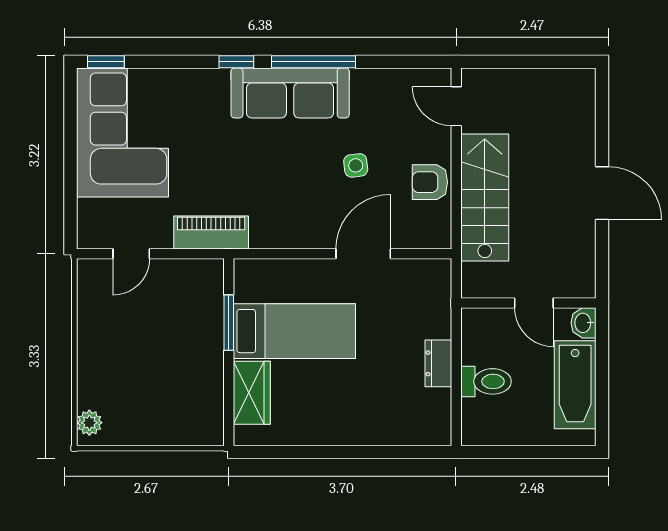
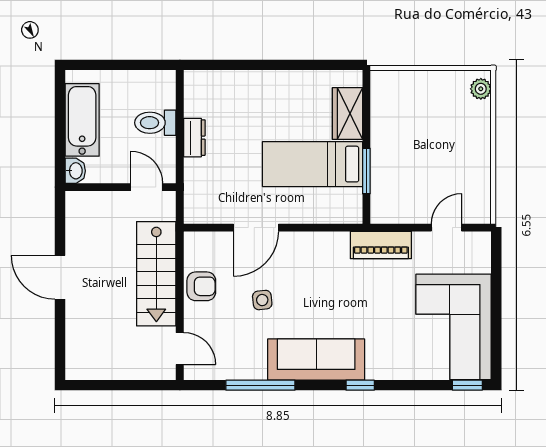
window: (314, 62) -> (260, 385), moved
door: (534, 303) -> (147, 187), moved

